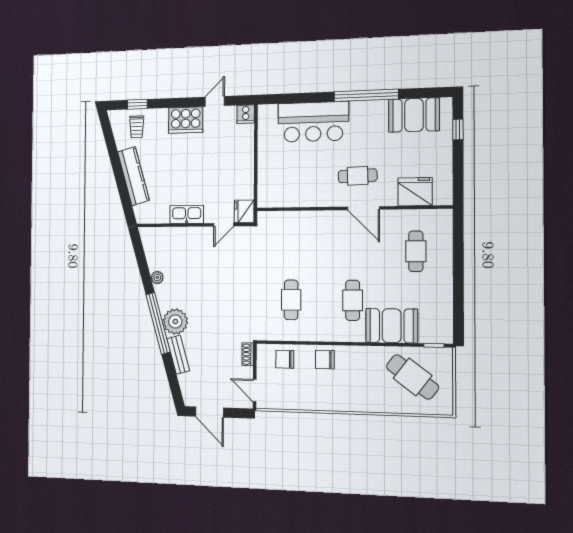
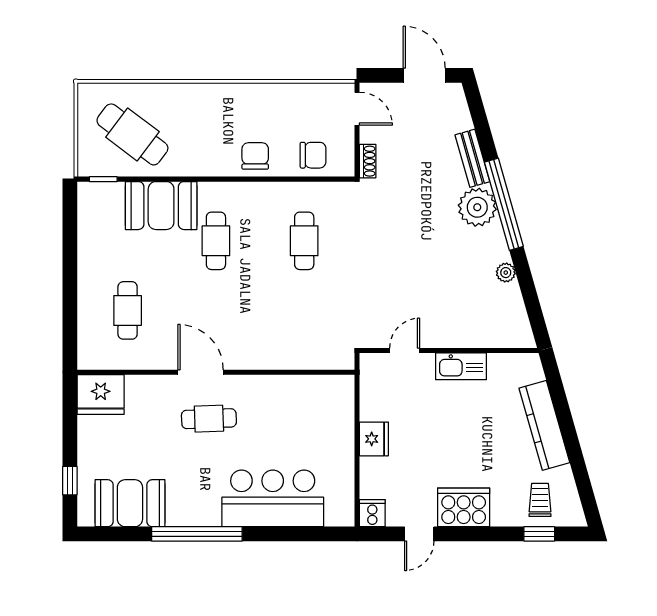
fridge: (415, 192) -> (101, 394), moved
fridge: (244, 211) -> (374, 439), moved
chair: (325, 360) -> (255, 156), turned -90

